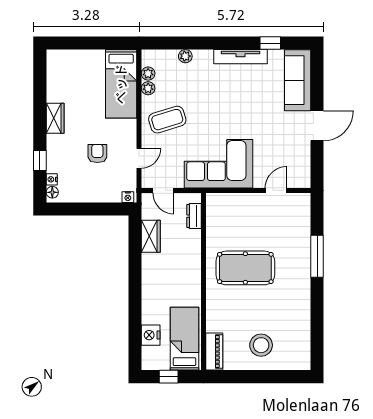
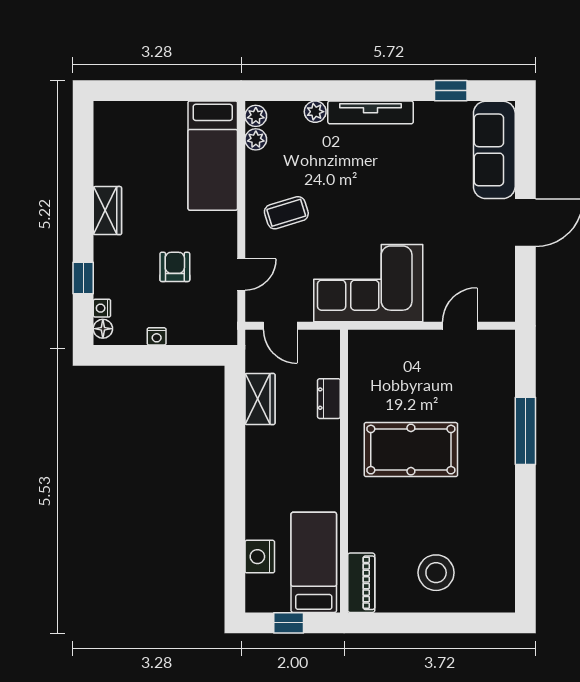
tv unit: (240, 57) -> (371, 112), moved
plant: (148, 88) -> (256, 116), moved
coffee table: (167, 120) -> (286, 213), width x0.73, depth x0.77
nightstand: (128, 197) -> (157, 336), moved
dresser: (194, 216) -> (329, 399), moved

